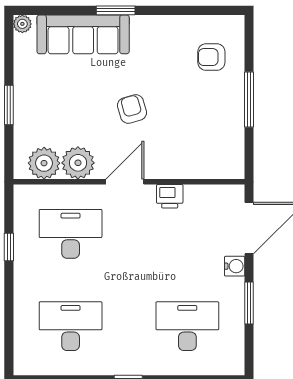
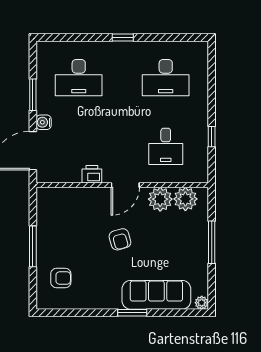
window: (9, 105) -> (212, 242), width x1.44
desk: (71, 234) -> (166, 146), width x0.73

